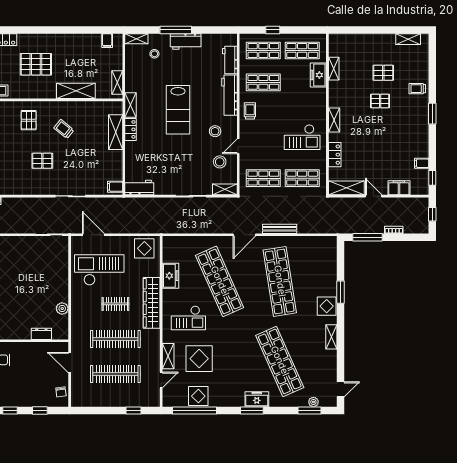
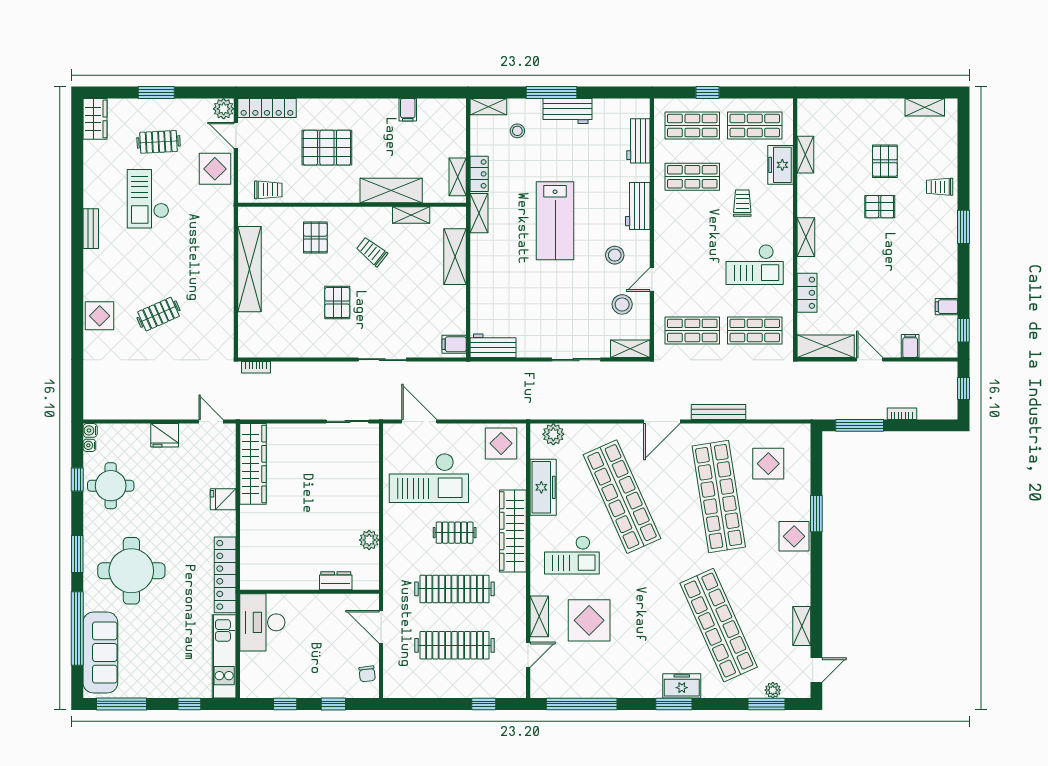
filing cabinet: (107, 41) -> (408, 110), moved
pallet: (383, 73) -> (885, 161), turned 90
workbench: (229, 95) -> (638, 206), width x0.73
shelving: (88, 106) -> (411, 215), added
trolley: (250, 111) -> (742, 203), moved
locker: (131, 129) -> (479, 174), moved
pallet: (42, 161) -> (337, 303), turned 90
filing cabinet: (399, 188) -> (910, 346), width x0.50
plant: (177, 243) -> (553, 434), added
checkout: (99, 270) -> (429, 478), turned 180
freezer: (170, 276) -> (543, 487), width x1.40
shelving: (331, 337) -> (802, 626), moved
display table: (198, 396) -> (768, 464), moved

